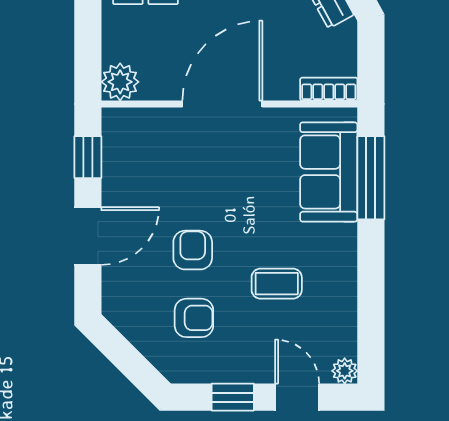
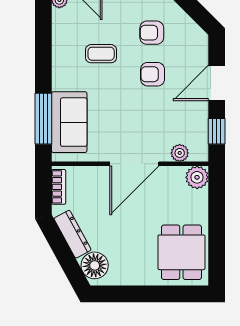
bookcase: (329, 89) -> (59, 187), moved, turned -90
plant: (148, 122) -> (180, 153), added
armchair: (193, 250) -> (153, 74), turned 90

